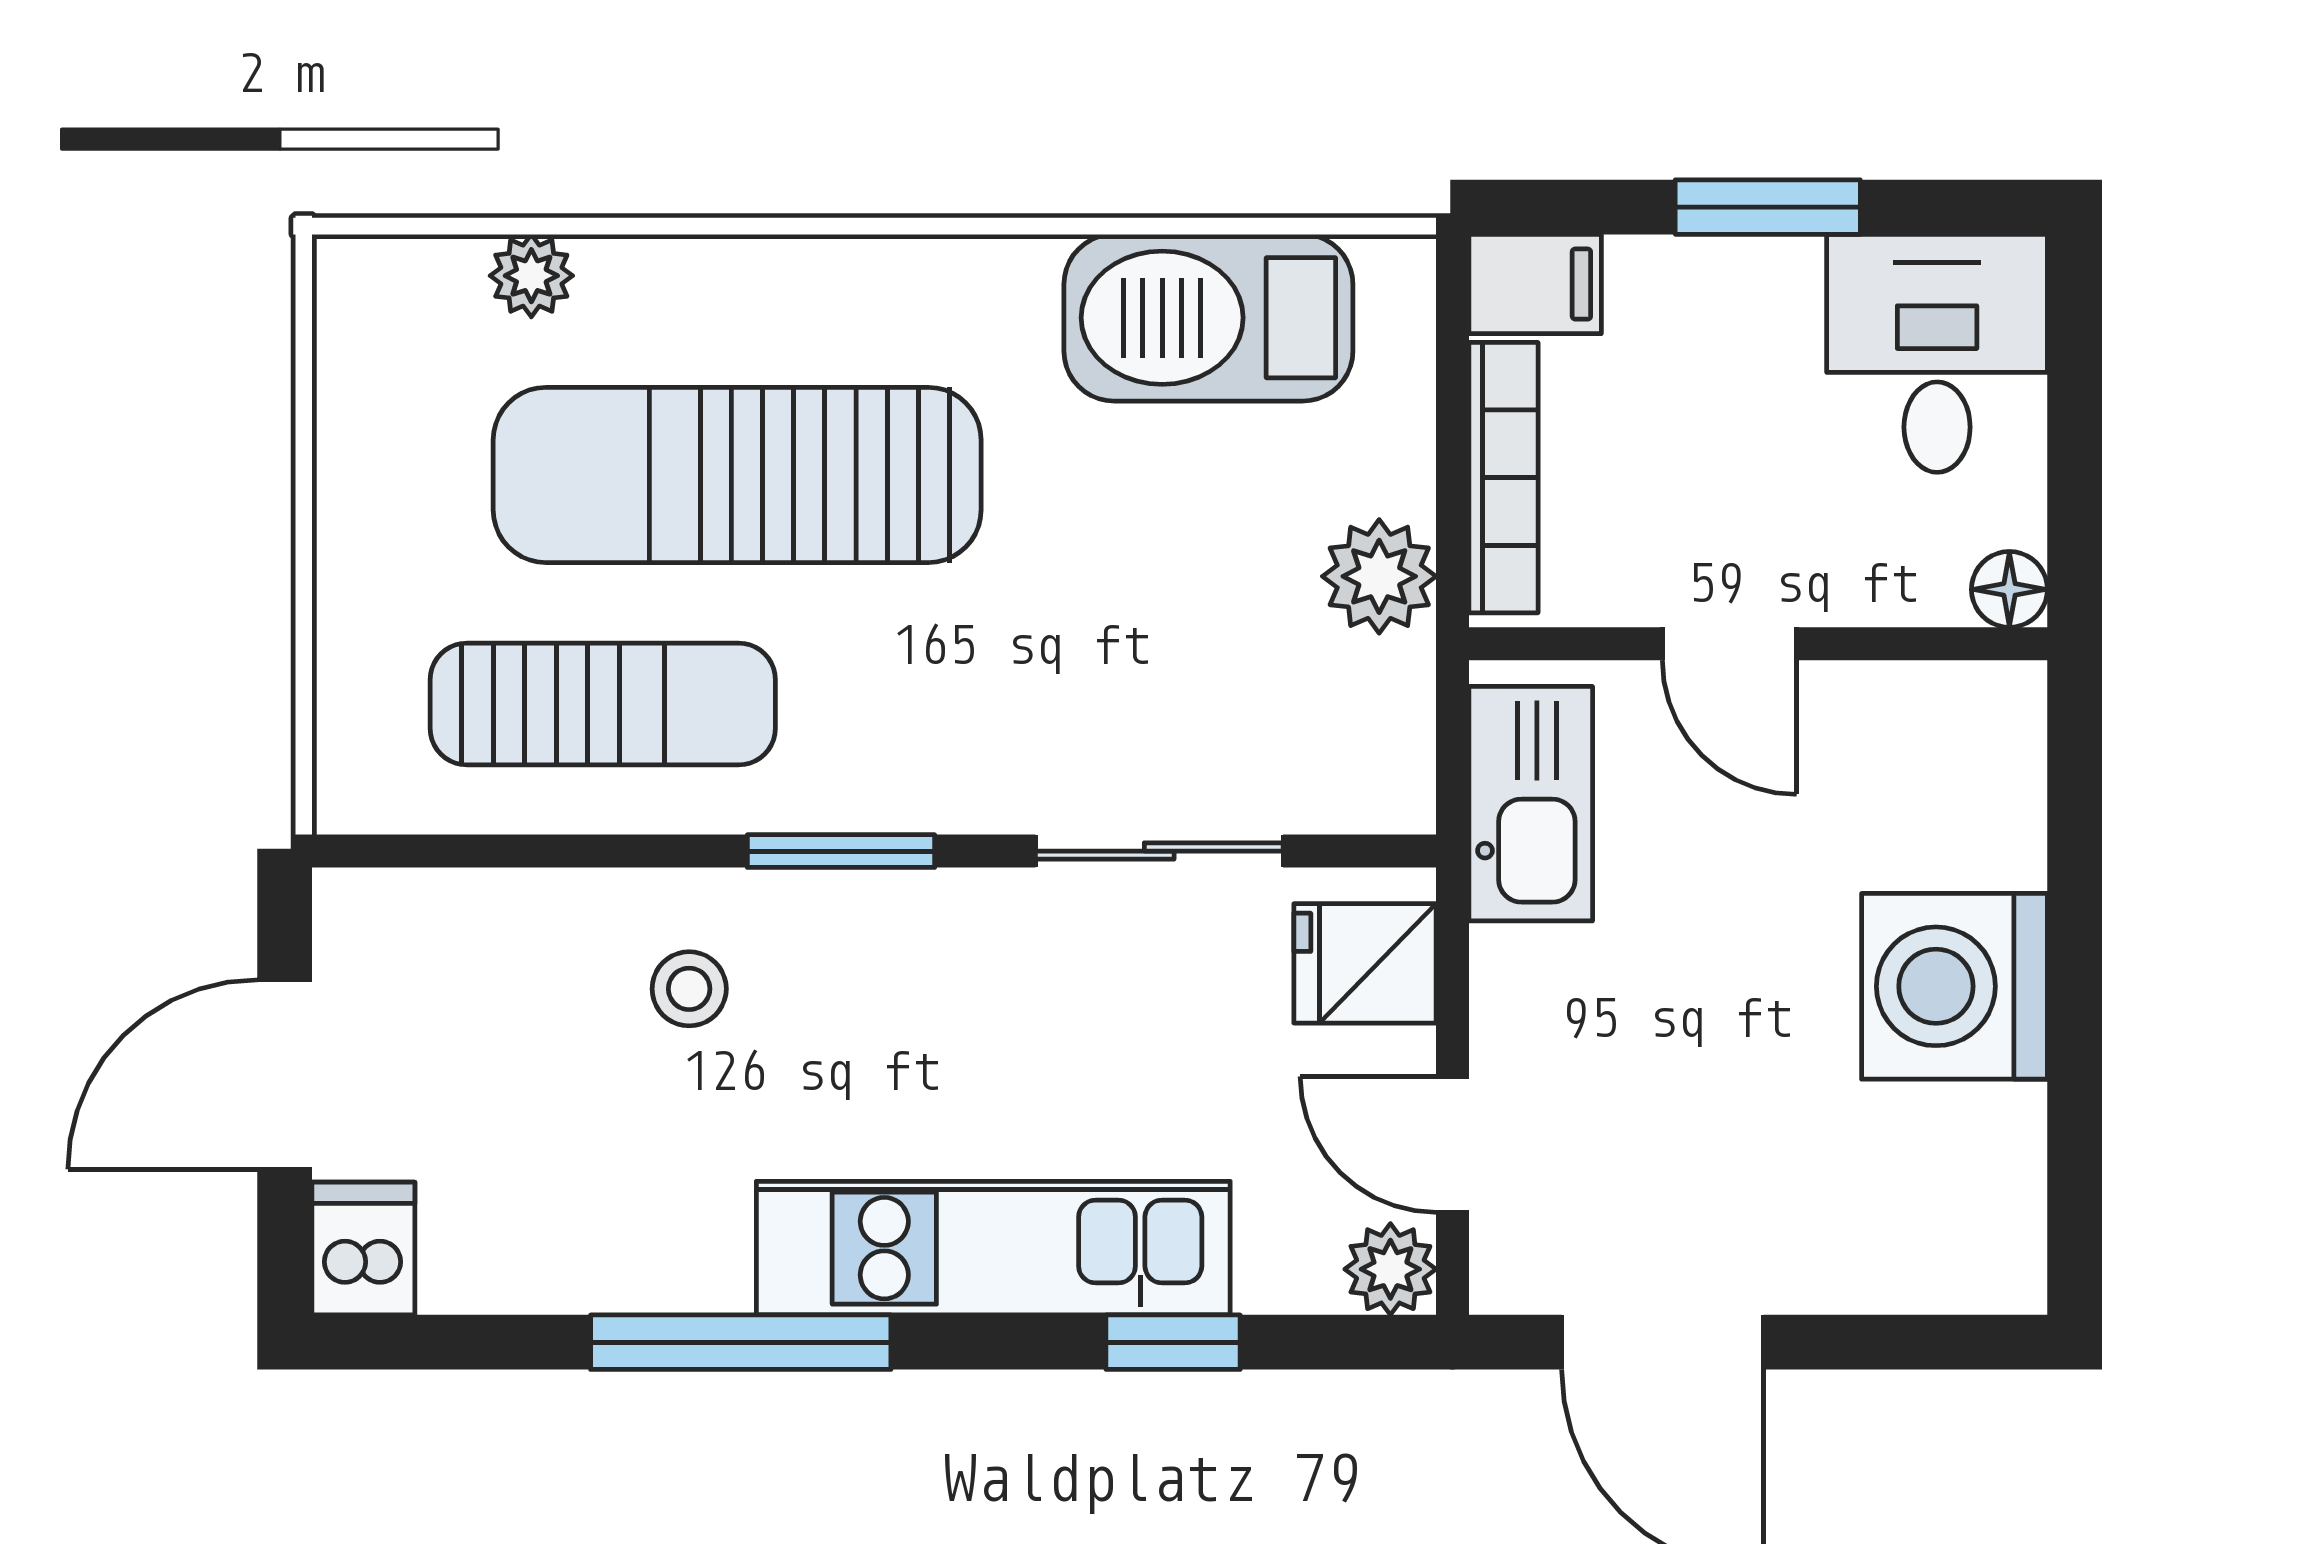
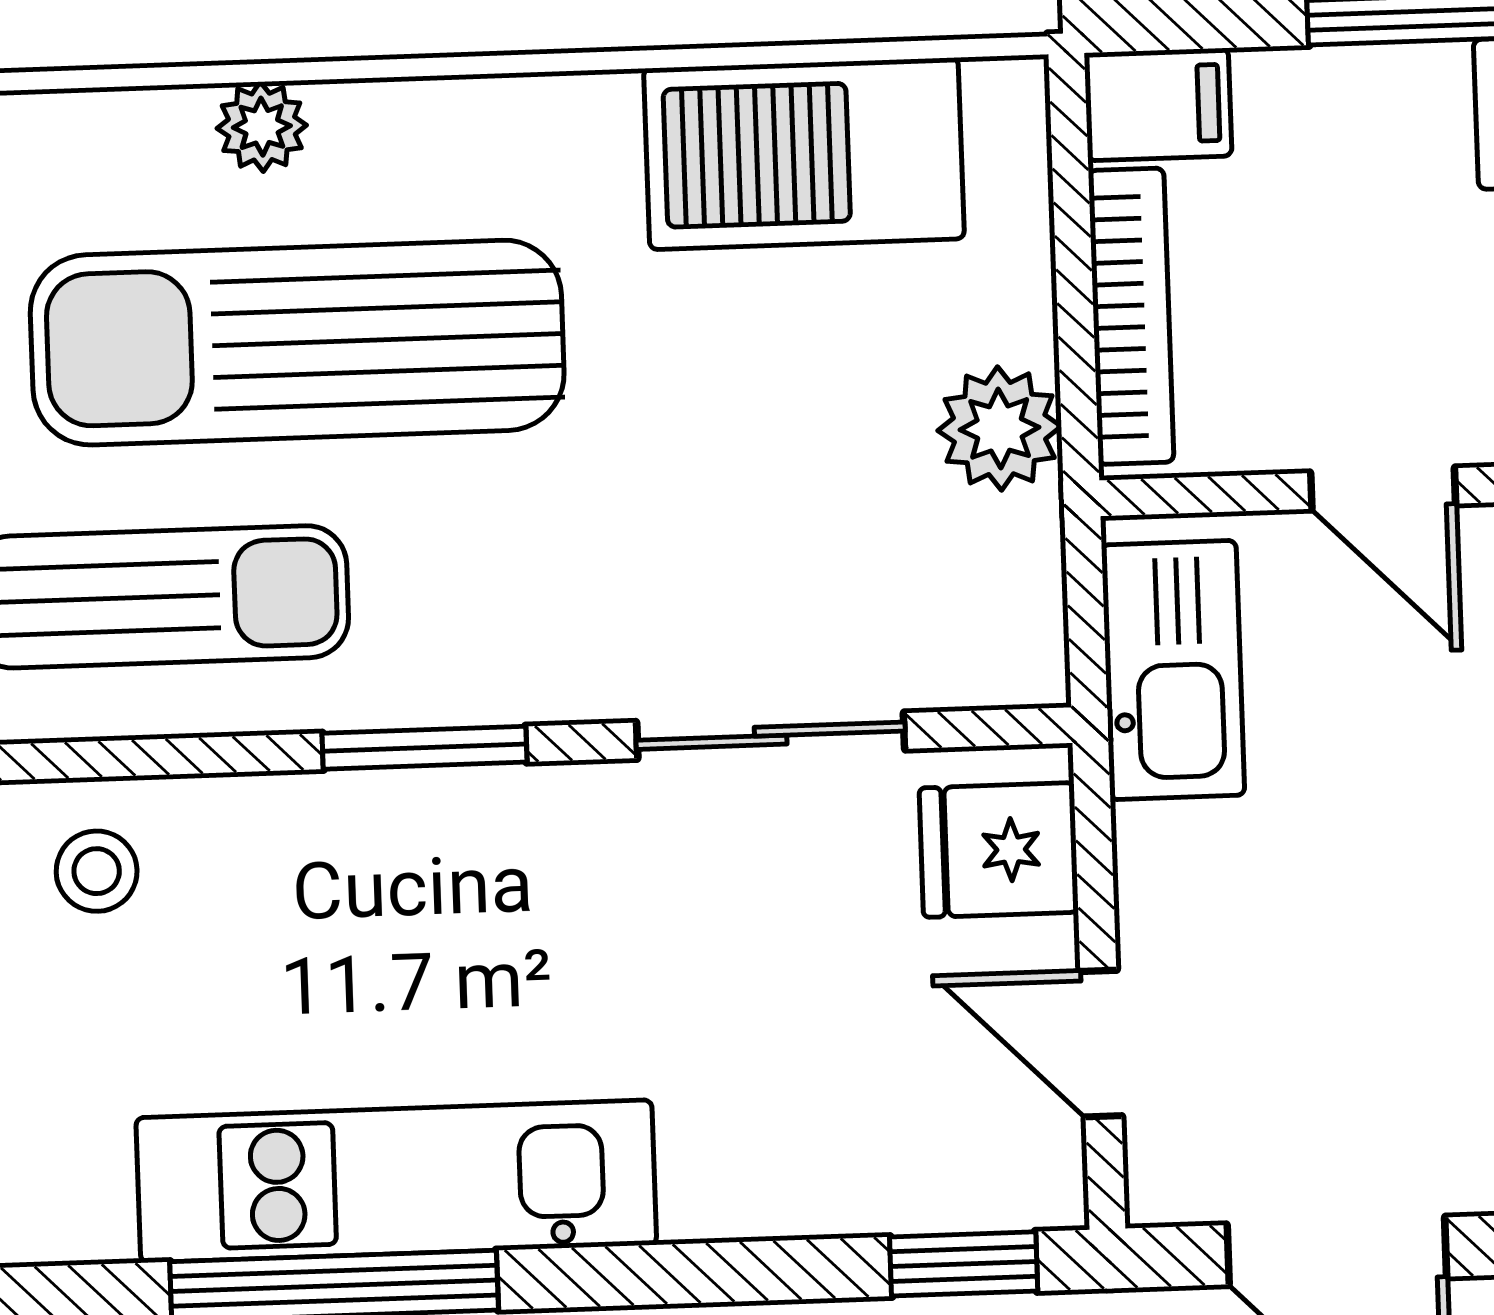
plant: (531, 276) -> (262, 127), moved
stool: (689, 989) -> (97, 871), moved
kitchen unit: (993, 1248) -> (396, 1181), moved
plant: (1390, 1269) -> (1038, 1182), removed
window: (1173, 1342) -> (964, 1264), moved

